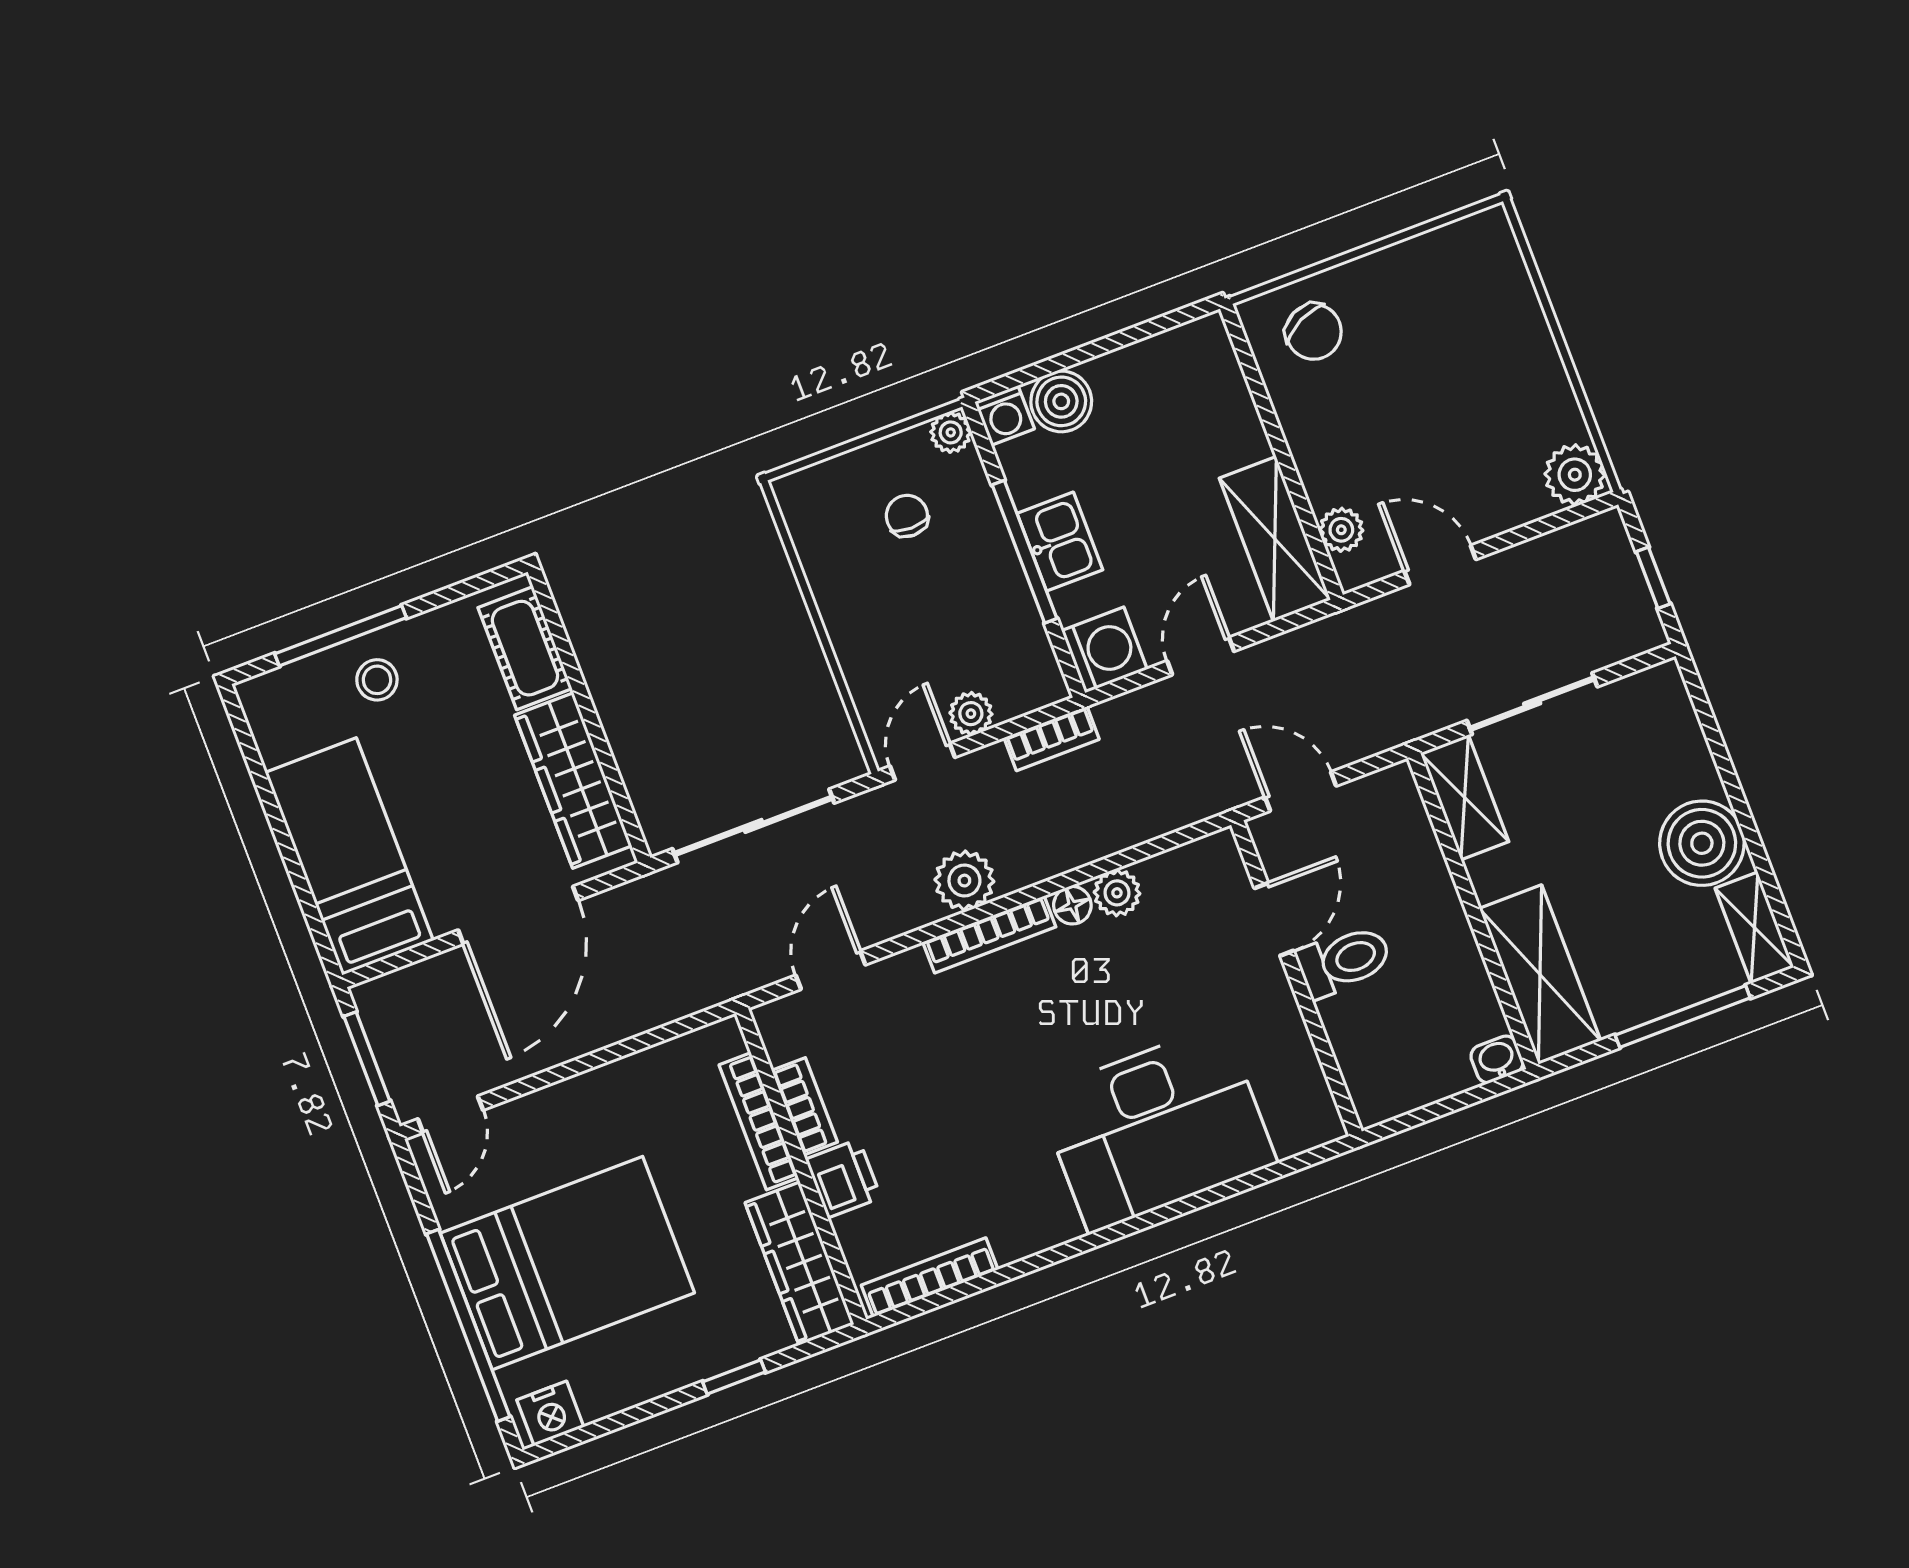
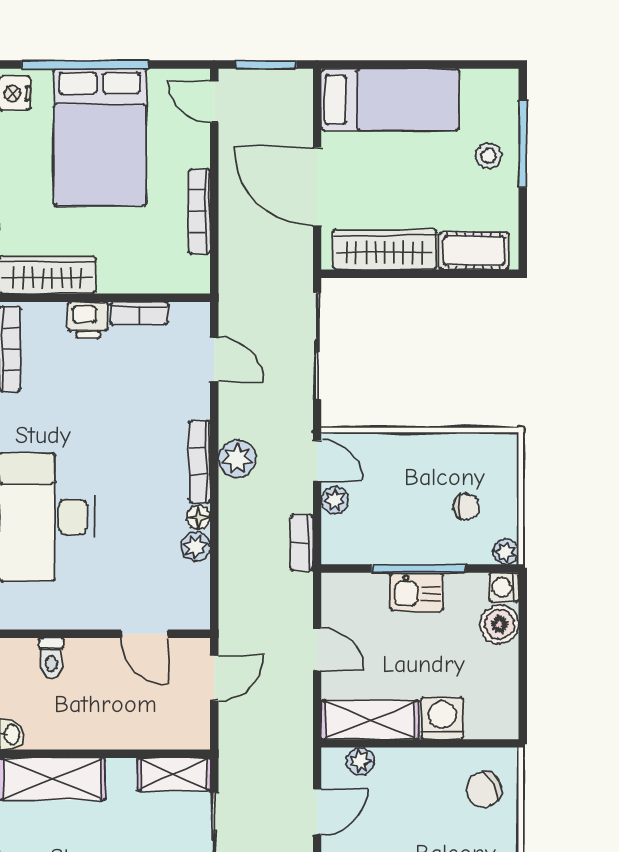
washing machine: (1104, 650) -> (442, 718), moved, turned 180
toilet: (1344, 961) -> (51, 658), moved, width x0.73, depth x0.72
bookcase: (759, 1121) -> (199, 211), moved, turned -90

